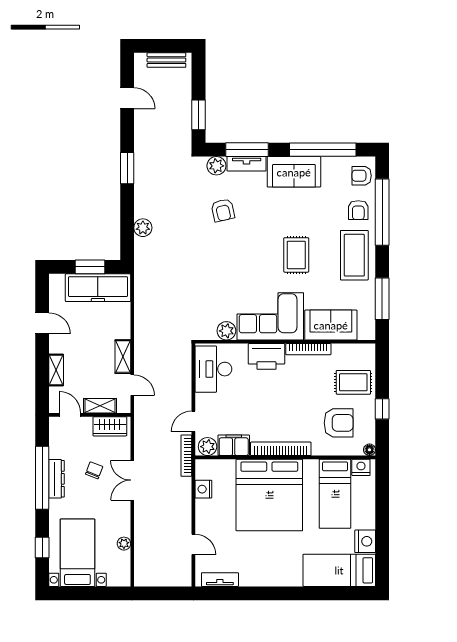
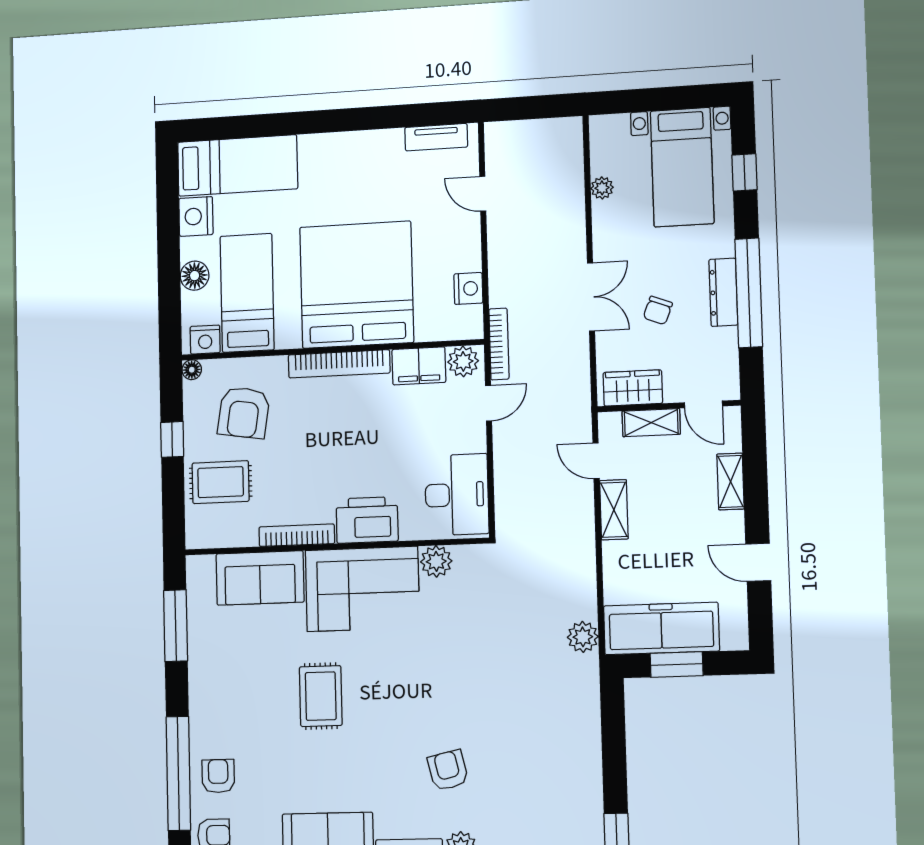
plant: (143, 228) -> (583, 637), moved
coffee table: (354, 255) -> (223, 698), removed
armchair: (339, 423) -> (244, 413), turned -81
floor lamp: (367, 506) -> (195, 276), added

